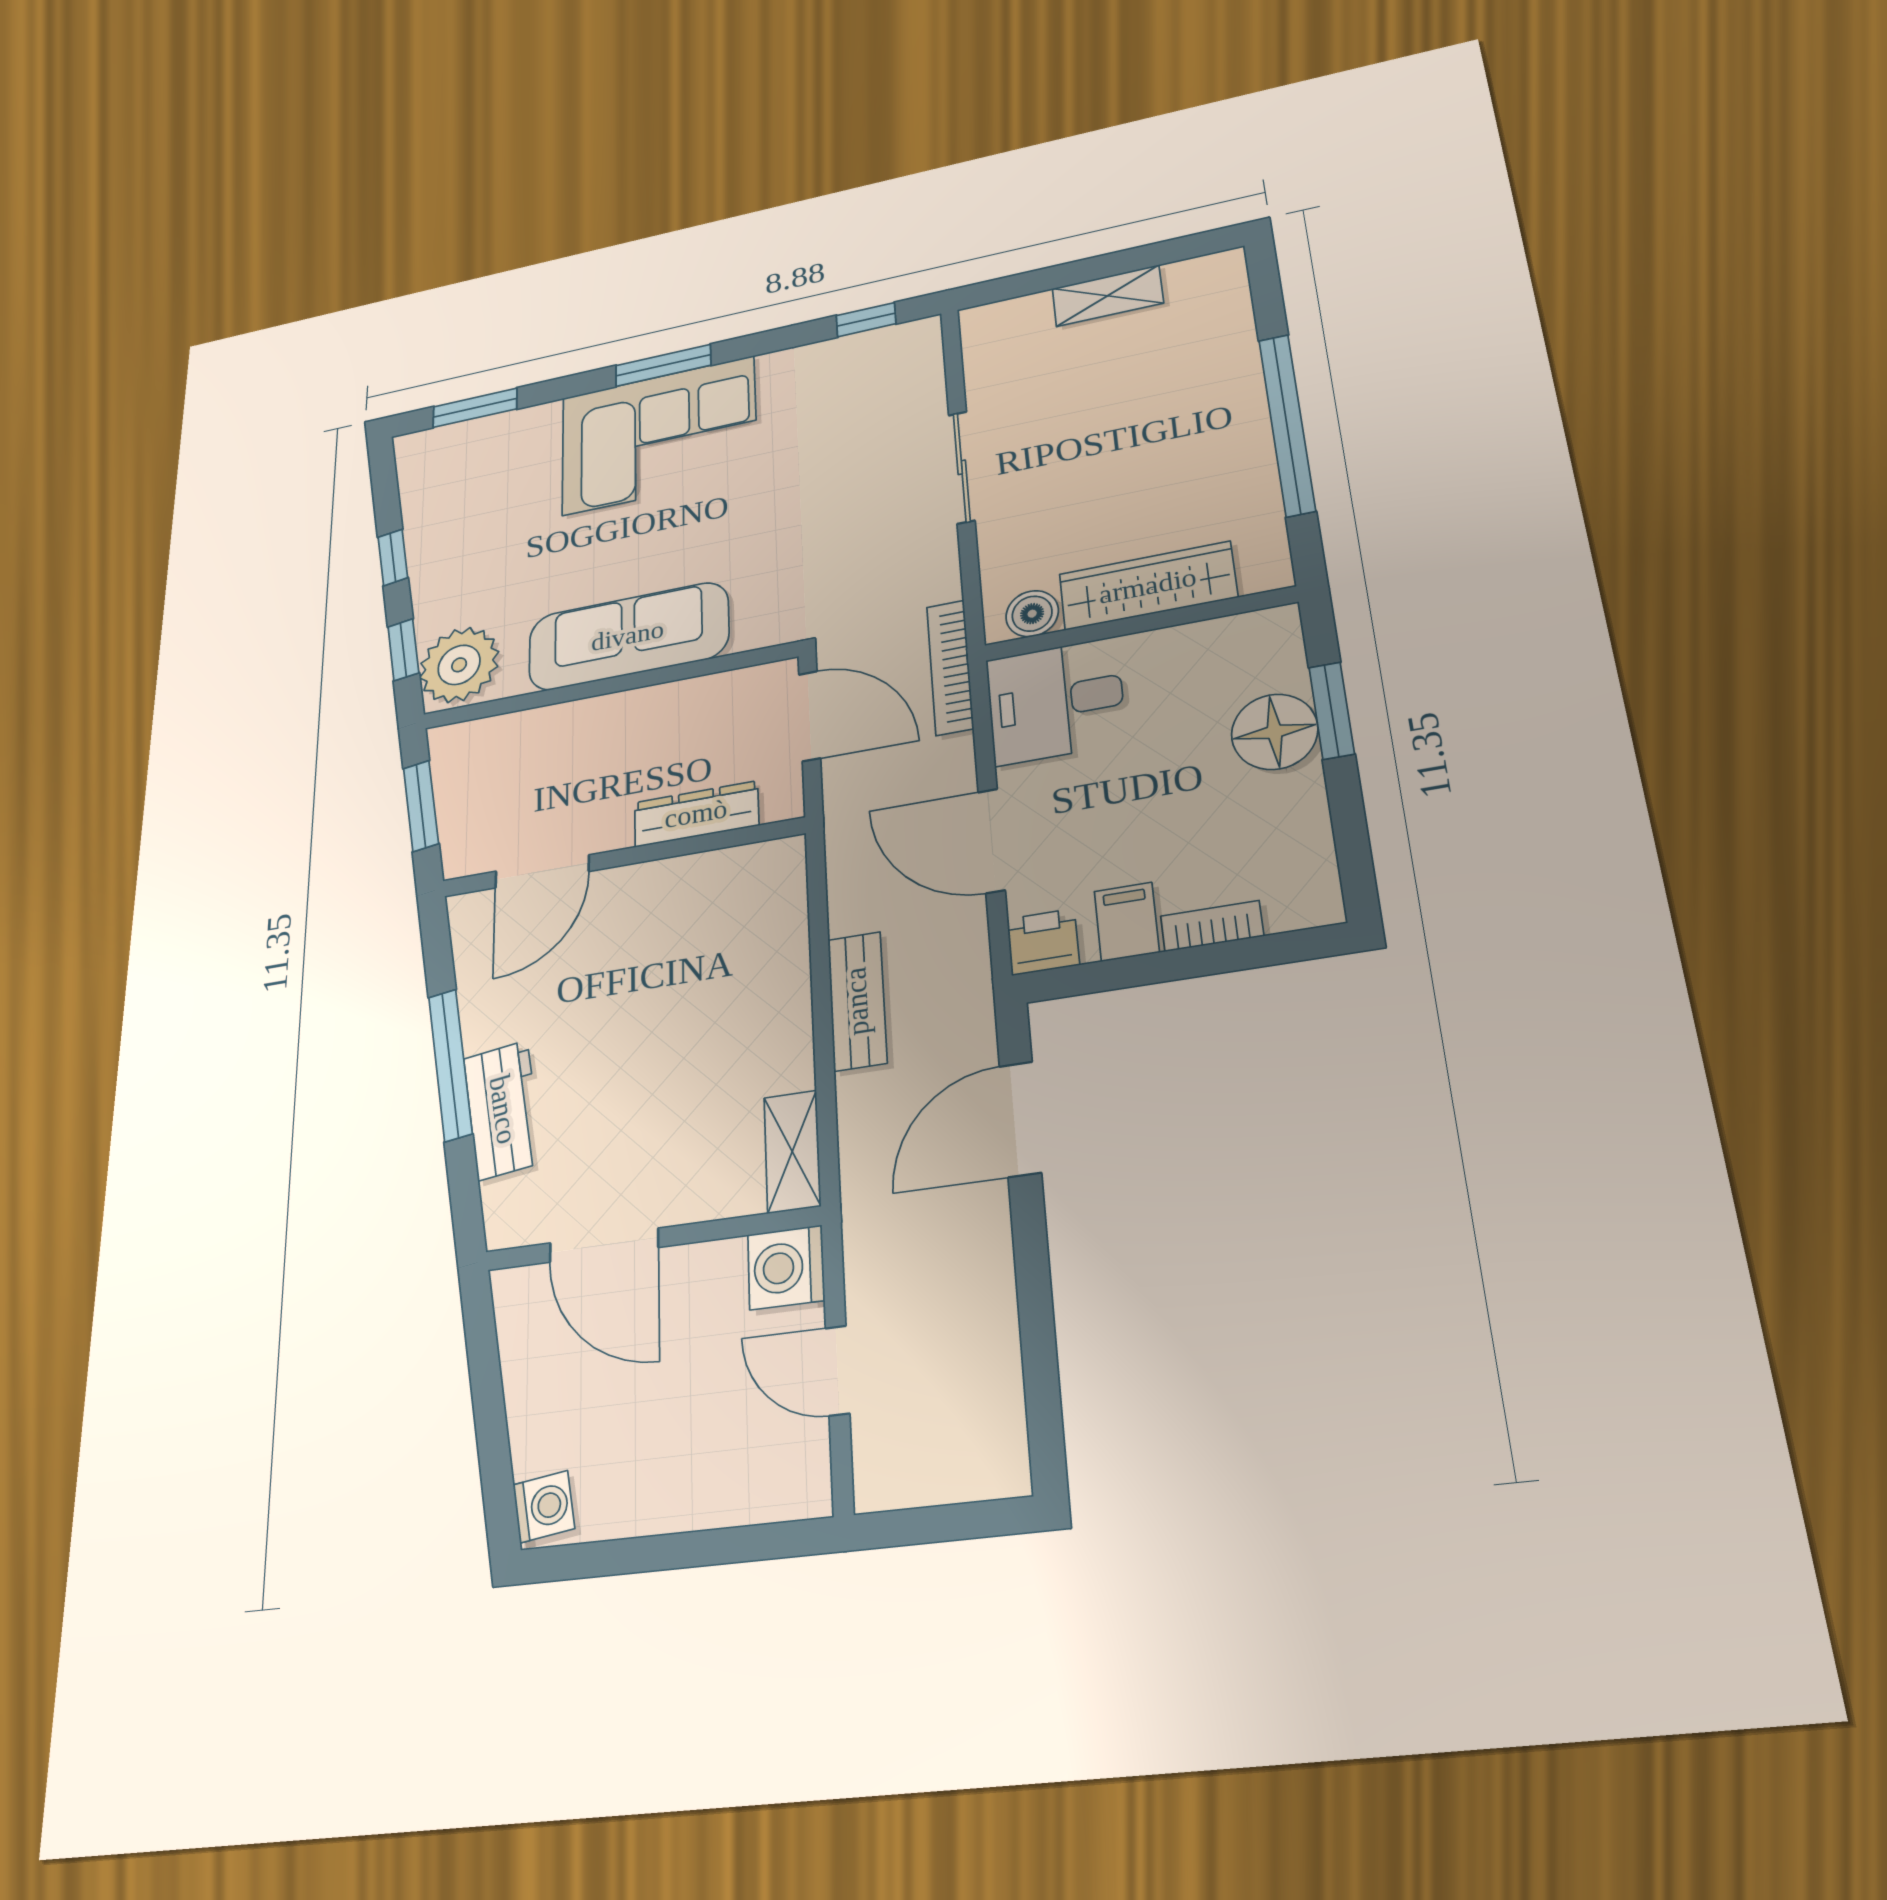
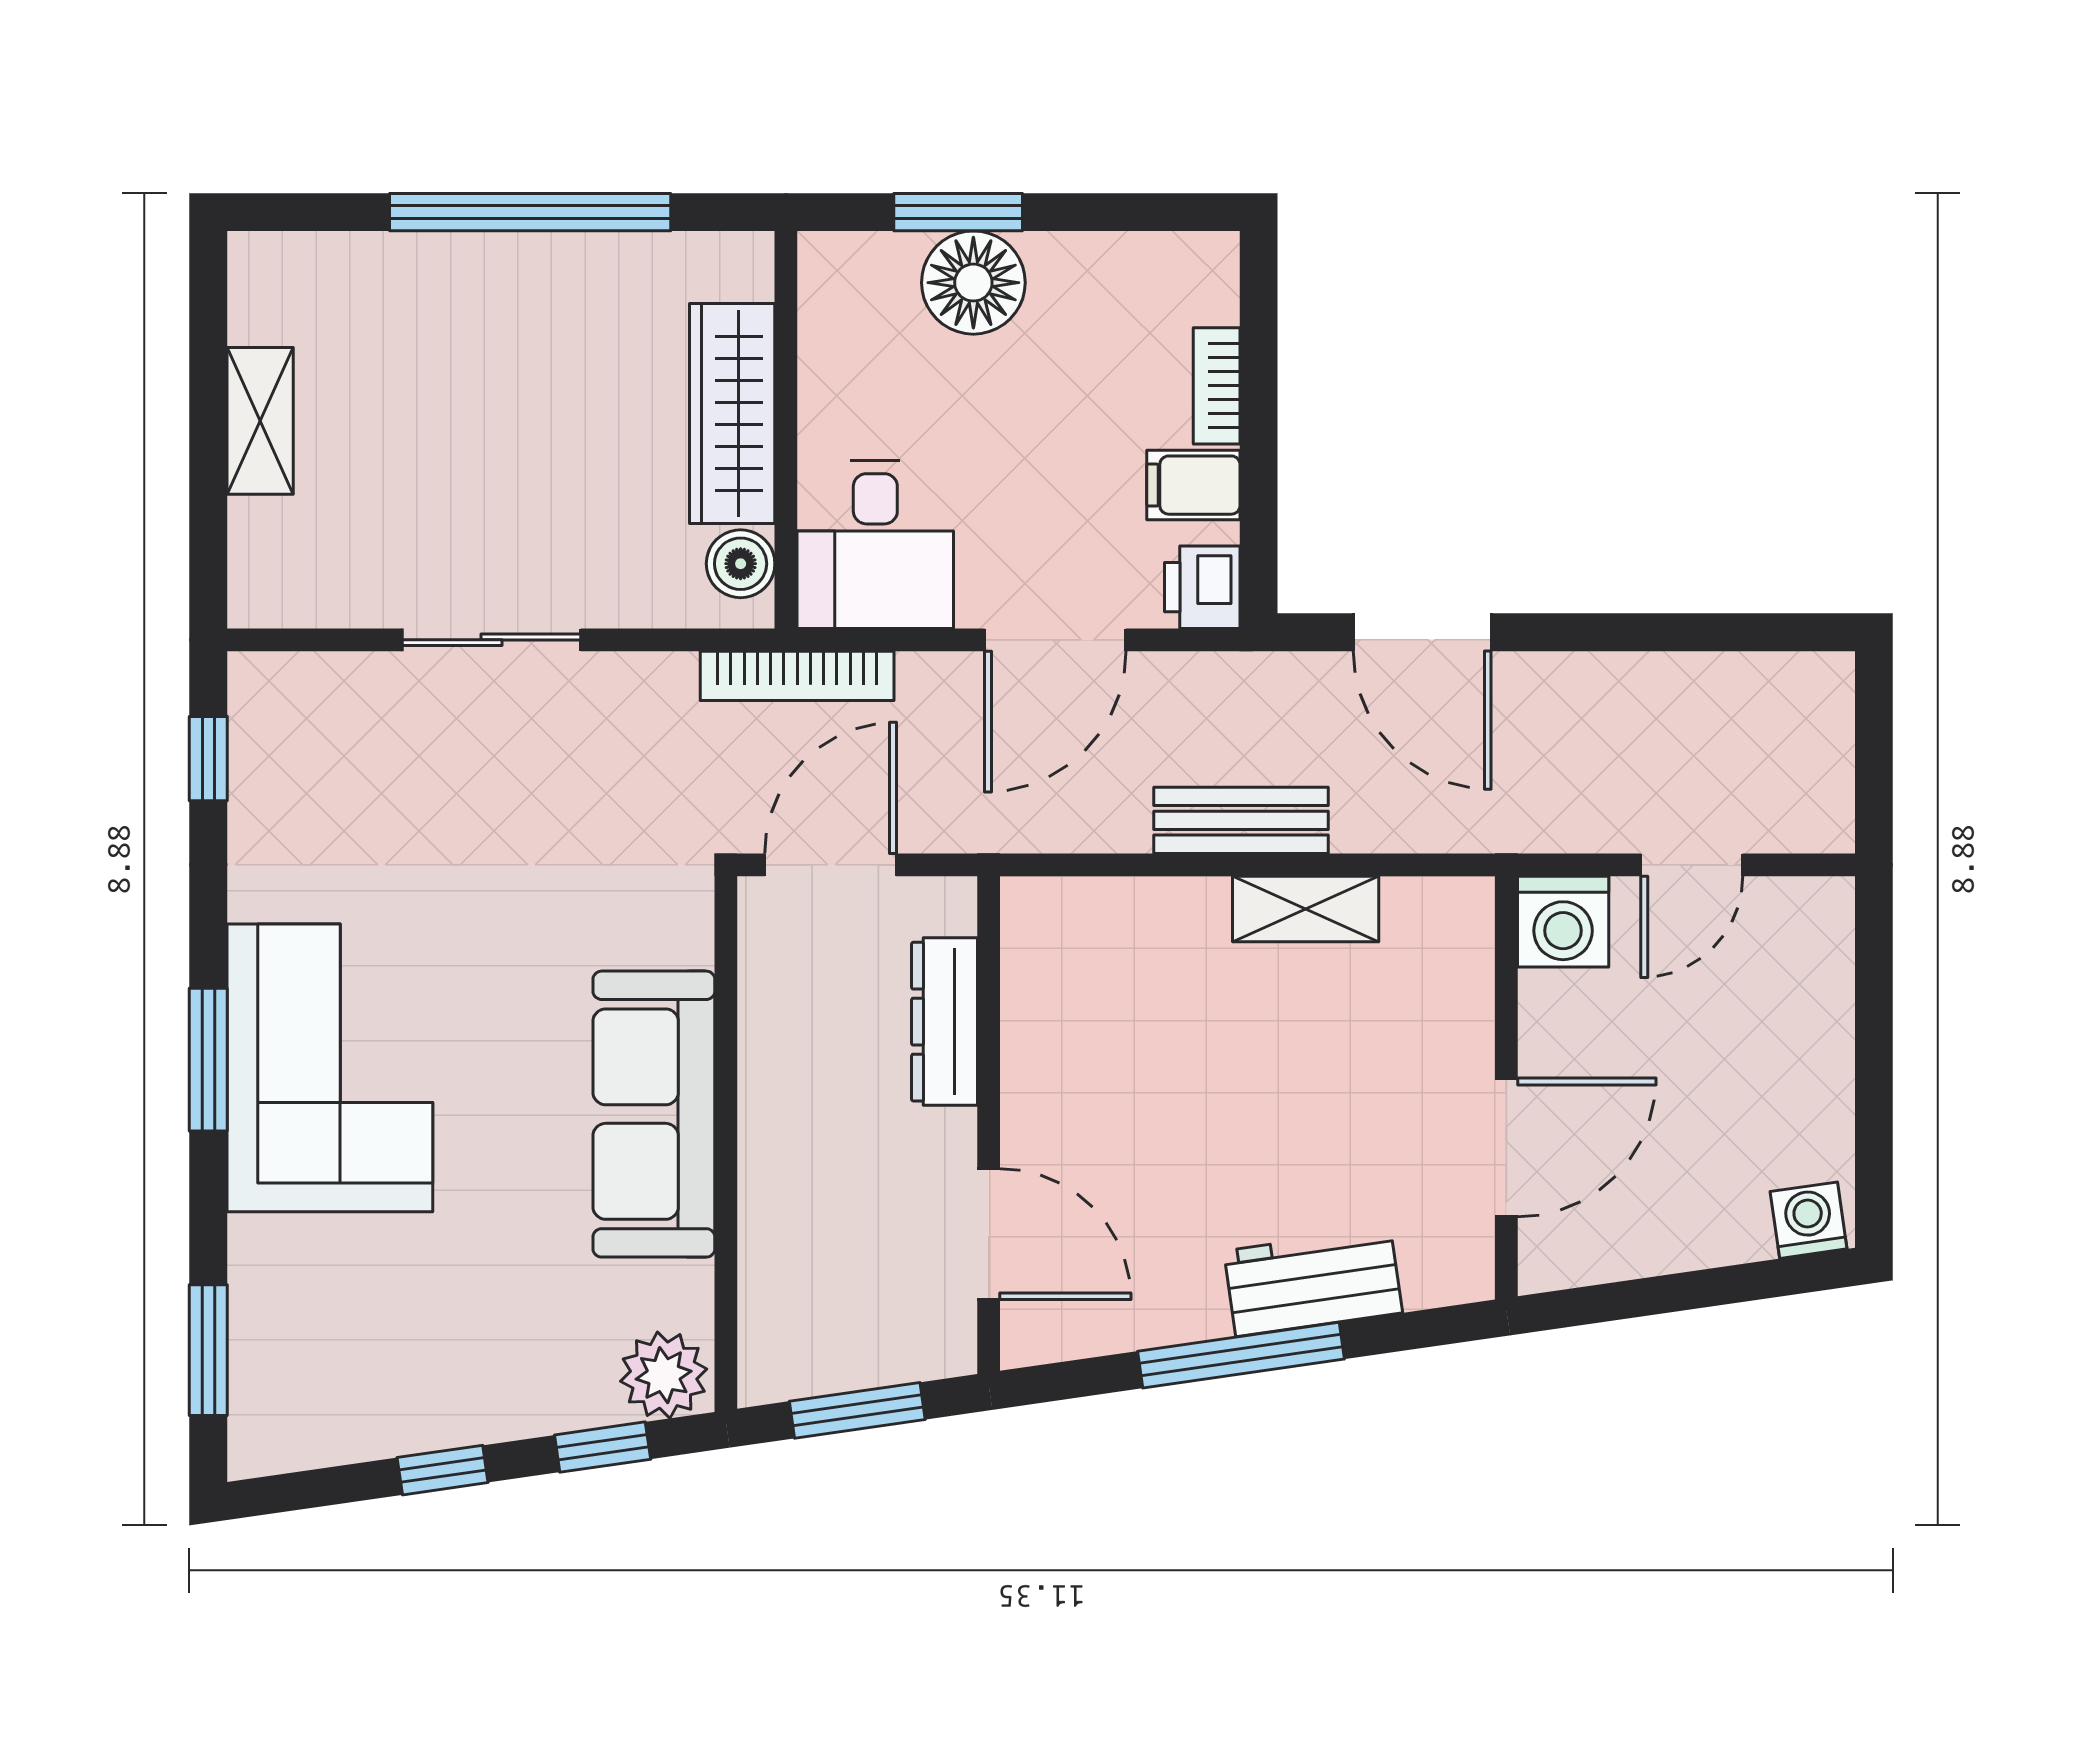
plant: (459, 665) -> (664, 1375), width x0.73, depth x0.73
shelving: (792, 1152) -> (1306, 909), moved

